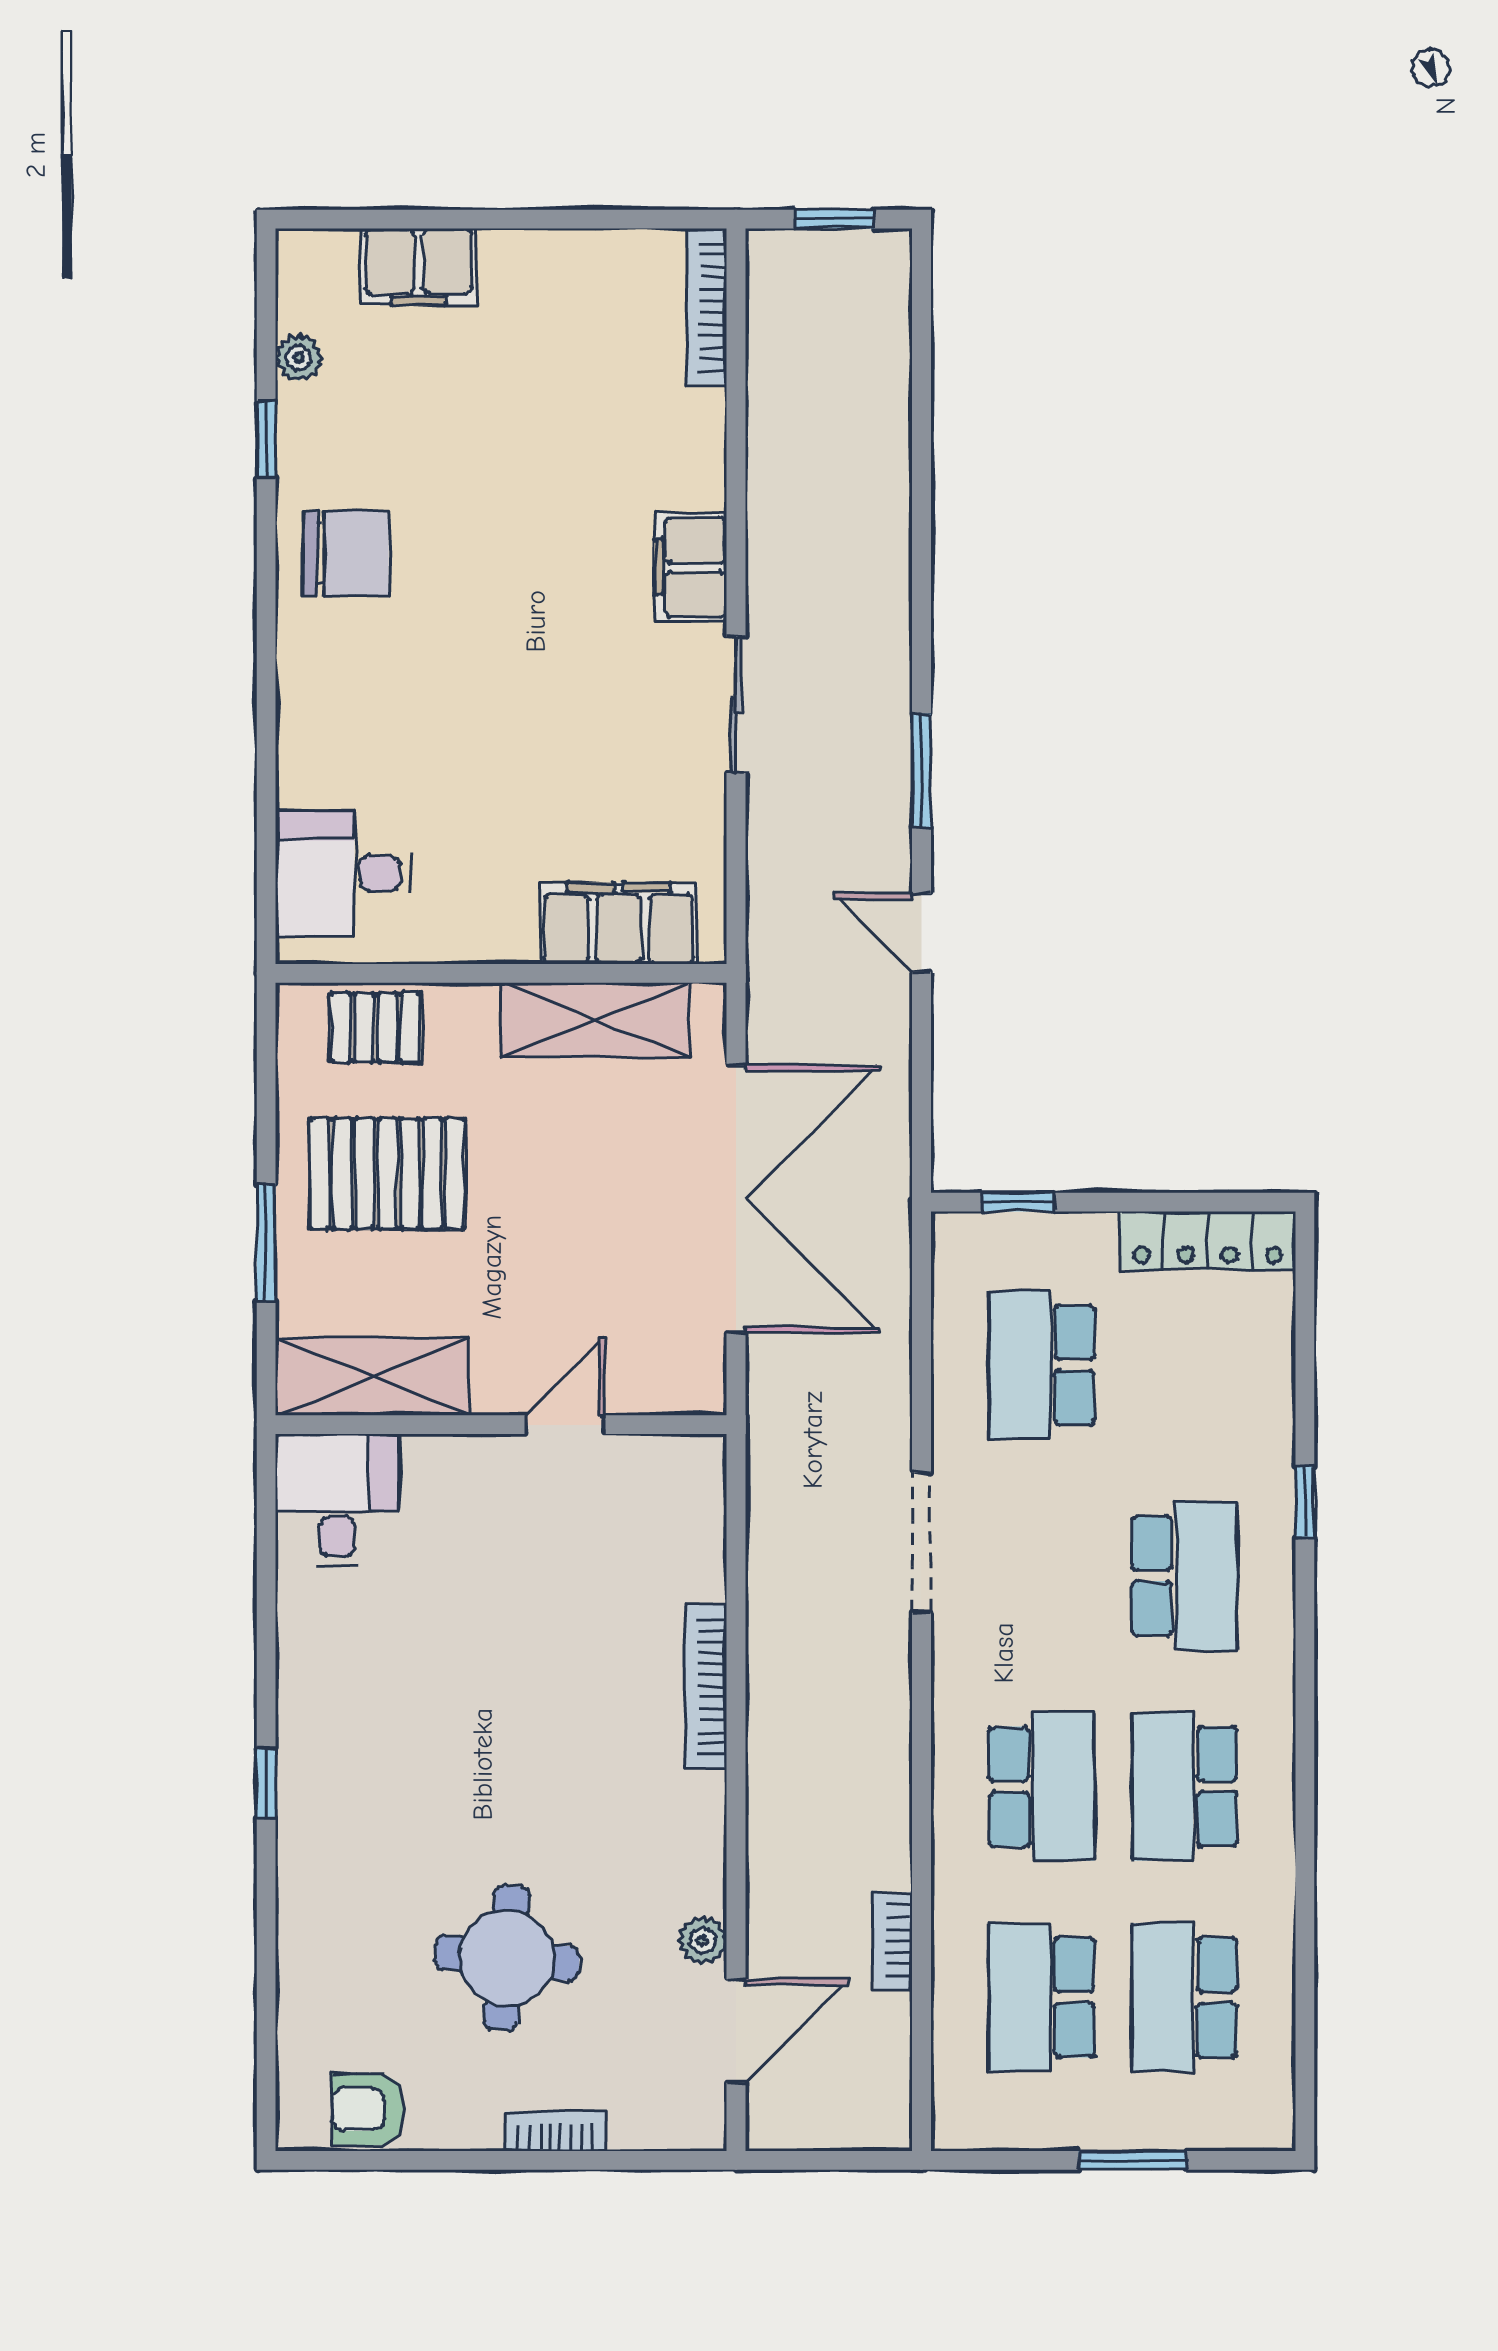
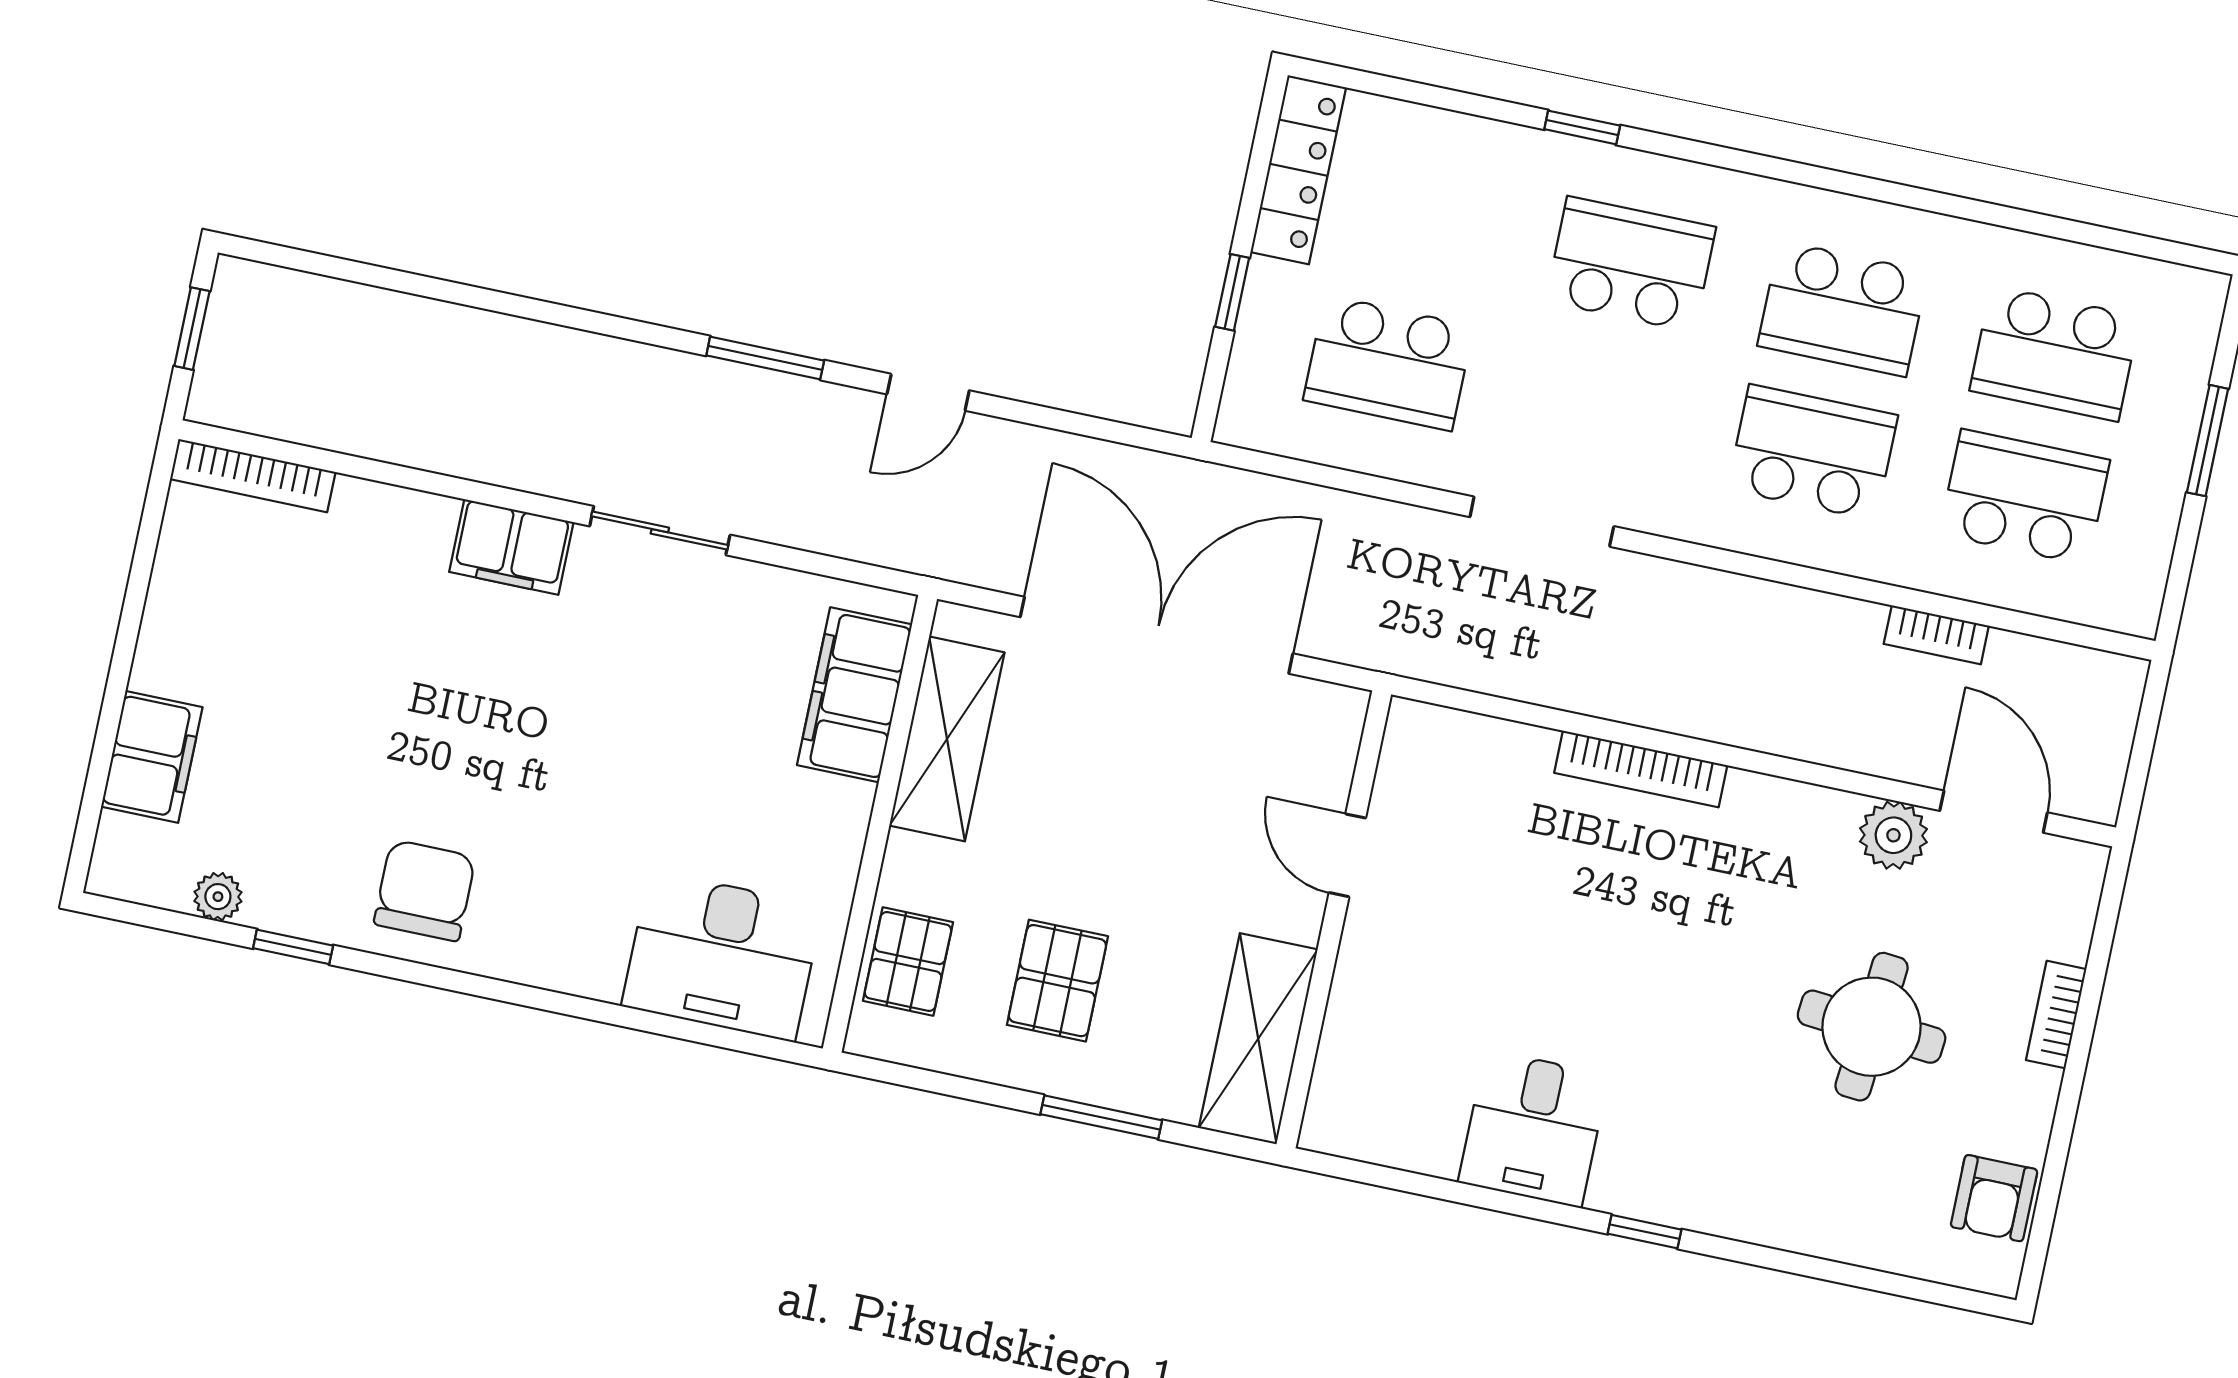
desk: (343, 873) -> (722, 956), width x1.37
pallet: (387, 1174) -> (1057, 981), width x0.67, depth x0.71
window: (1018, 1202) -> (1232, 292), moved
desk: (337, 1500) -> (1534, 1129), moved, turned -90
plant: (703, 1940) -> (1893, 835), width x1.38, depth x1.38
school desk: (1042, 1997) -> (2025, 497), turned 180

